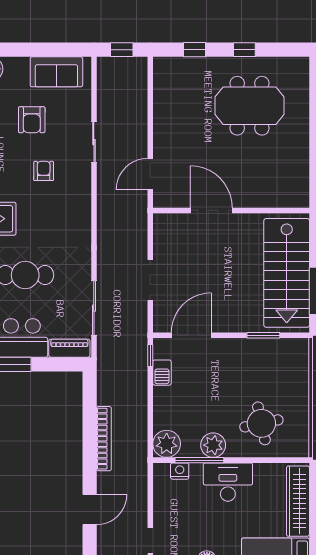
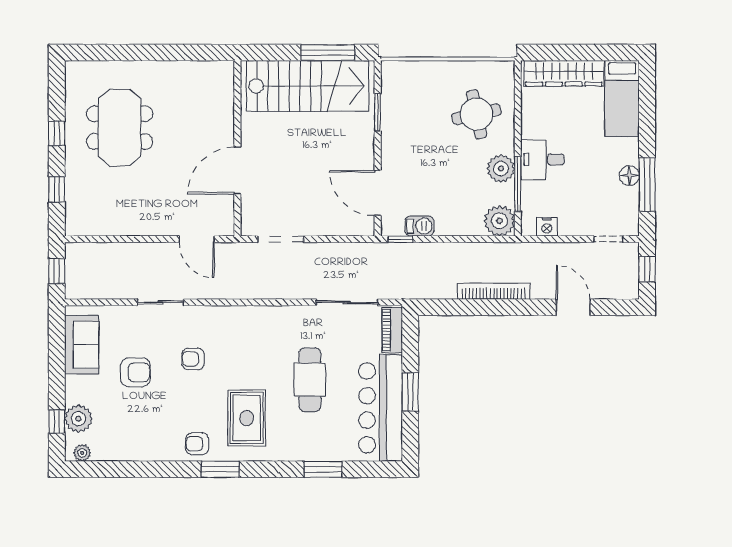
doorway: (150, 280) -> (281, 239), moved
nightstand: (180, 471) -> (547, 227), moved, turned -90
desk: (228, 482) -> (542, 159), width x0.73

